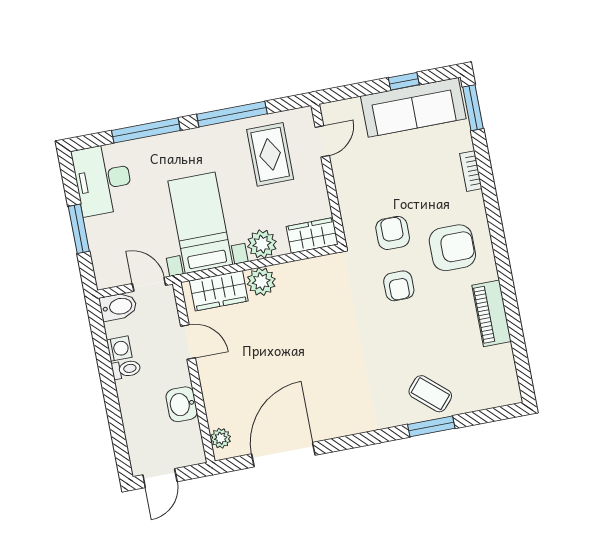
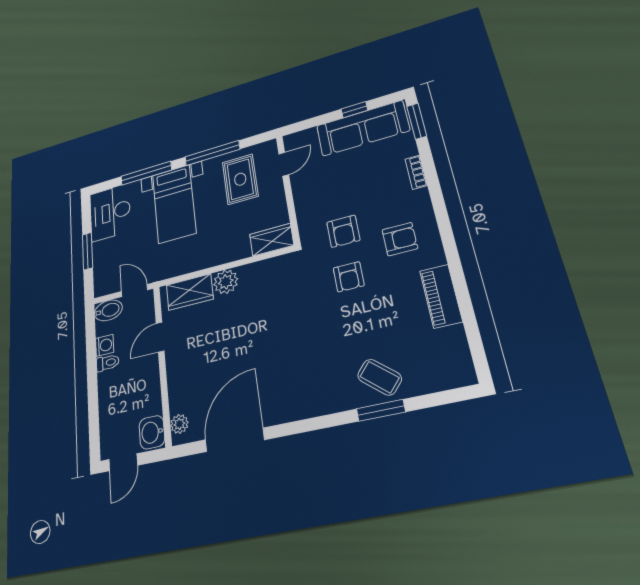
bed with nightstands: (200, 223) -> (174, 204), moved, turned 180
armchair: (393, 233) -> (343, 231), turned 180
plant: (262, 244) -> (229, 251), removed
armchair: (452, 248) -> (400, 239), width x0.72, depth x0.72
door: (188, 342) -> (160, 337), swing flipped
washbasin: (182, 404) -> (152, 432), moved

